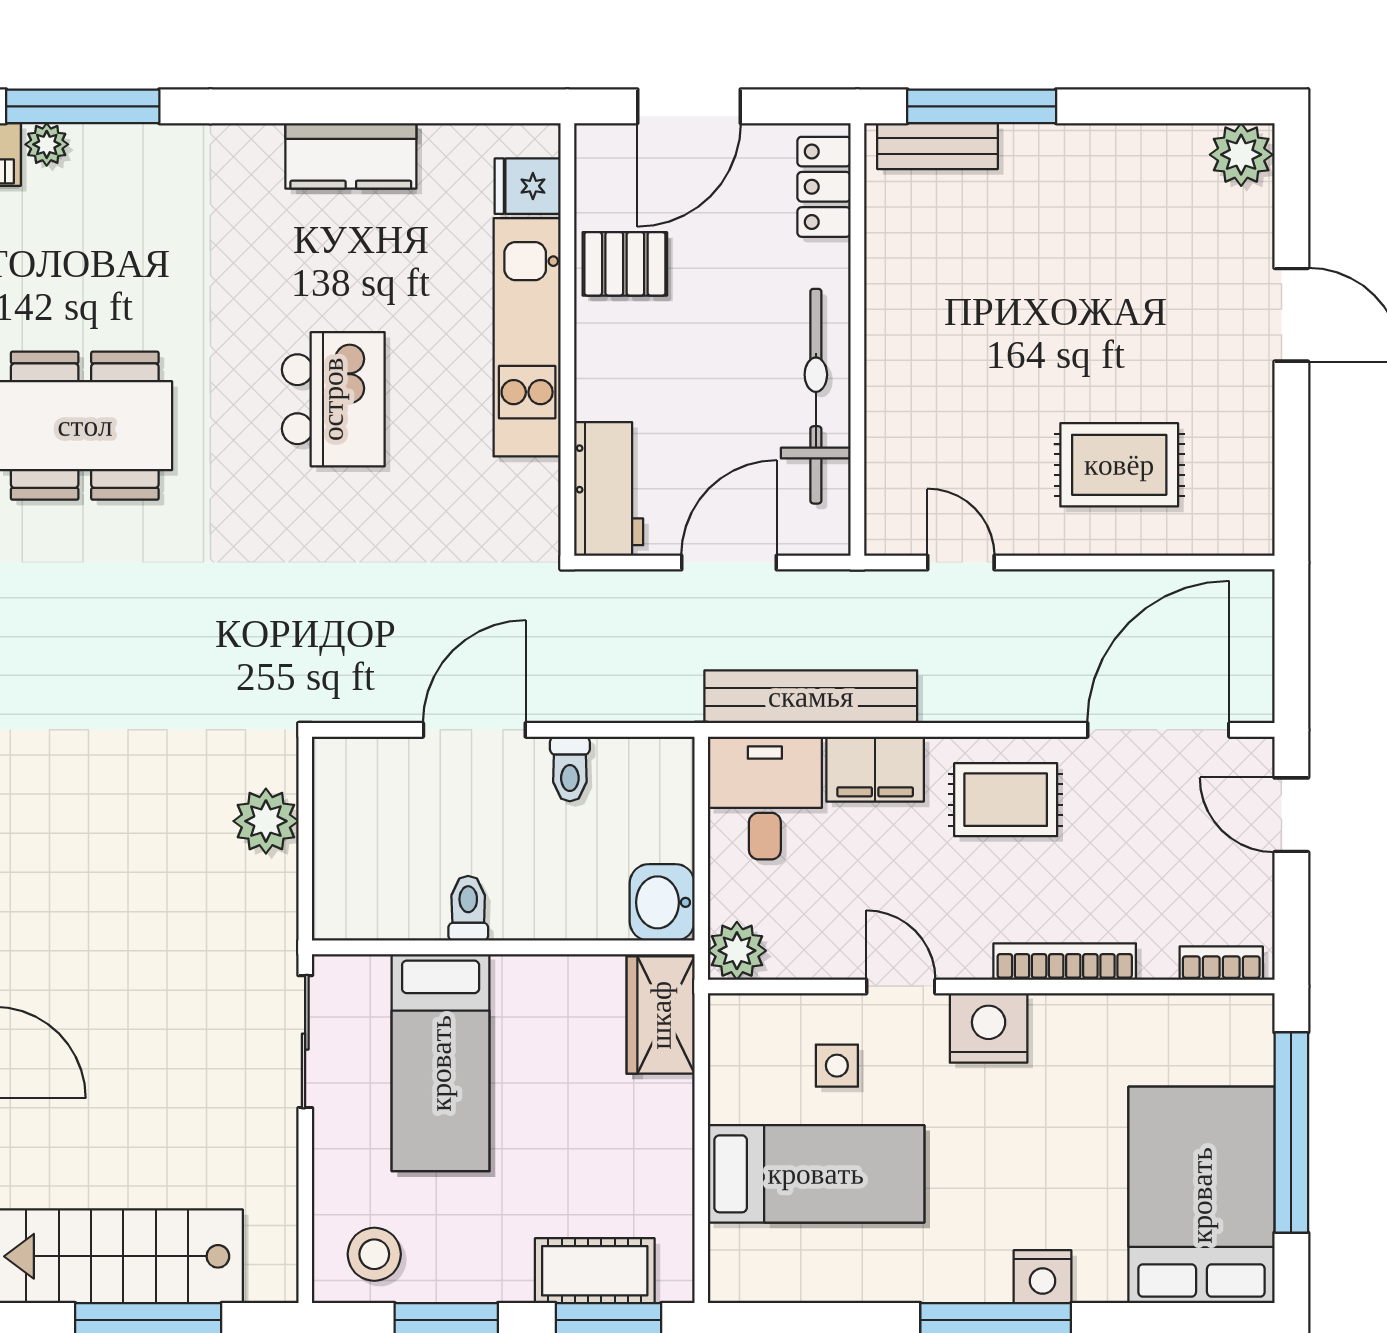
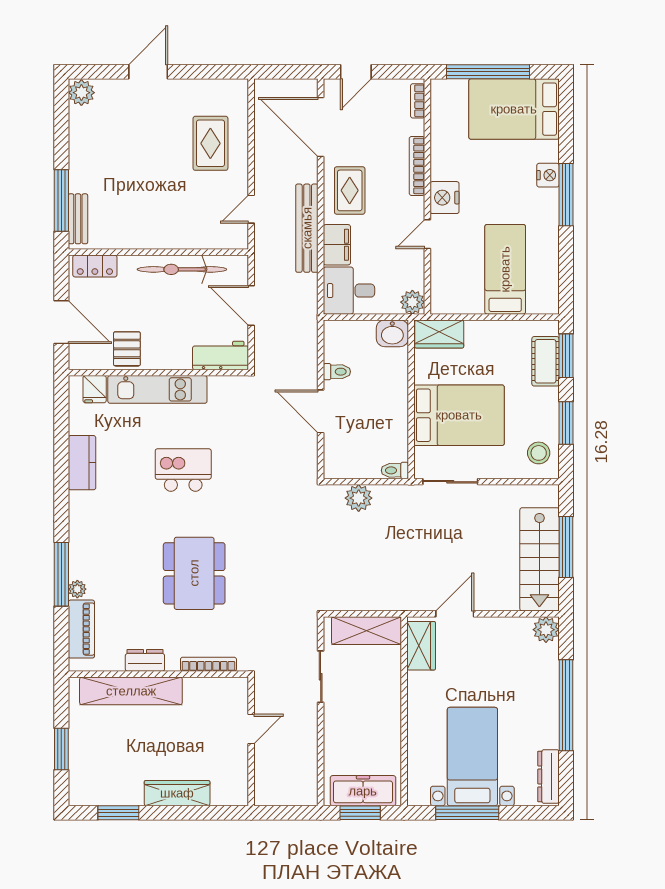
bench: (811, 697) -> (307, 228), moved
toilet: (468, 908) -> (395, 470), moved
bed: (441, 1063) -> (459, 415), width x1.50
side table: (837, 1066) -> (460, 261), removed

